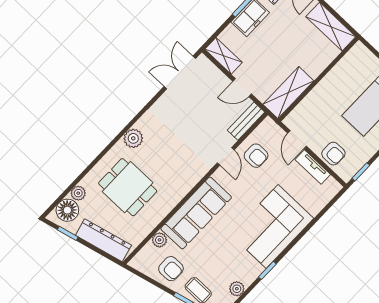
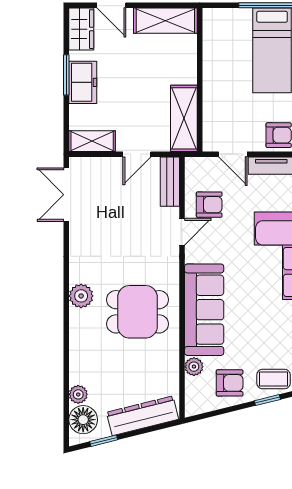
door: (226, 156) -> (182, 232), hinge flipped
dining table: (128, 187) -> (138, 312), moved

